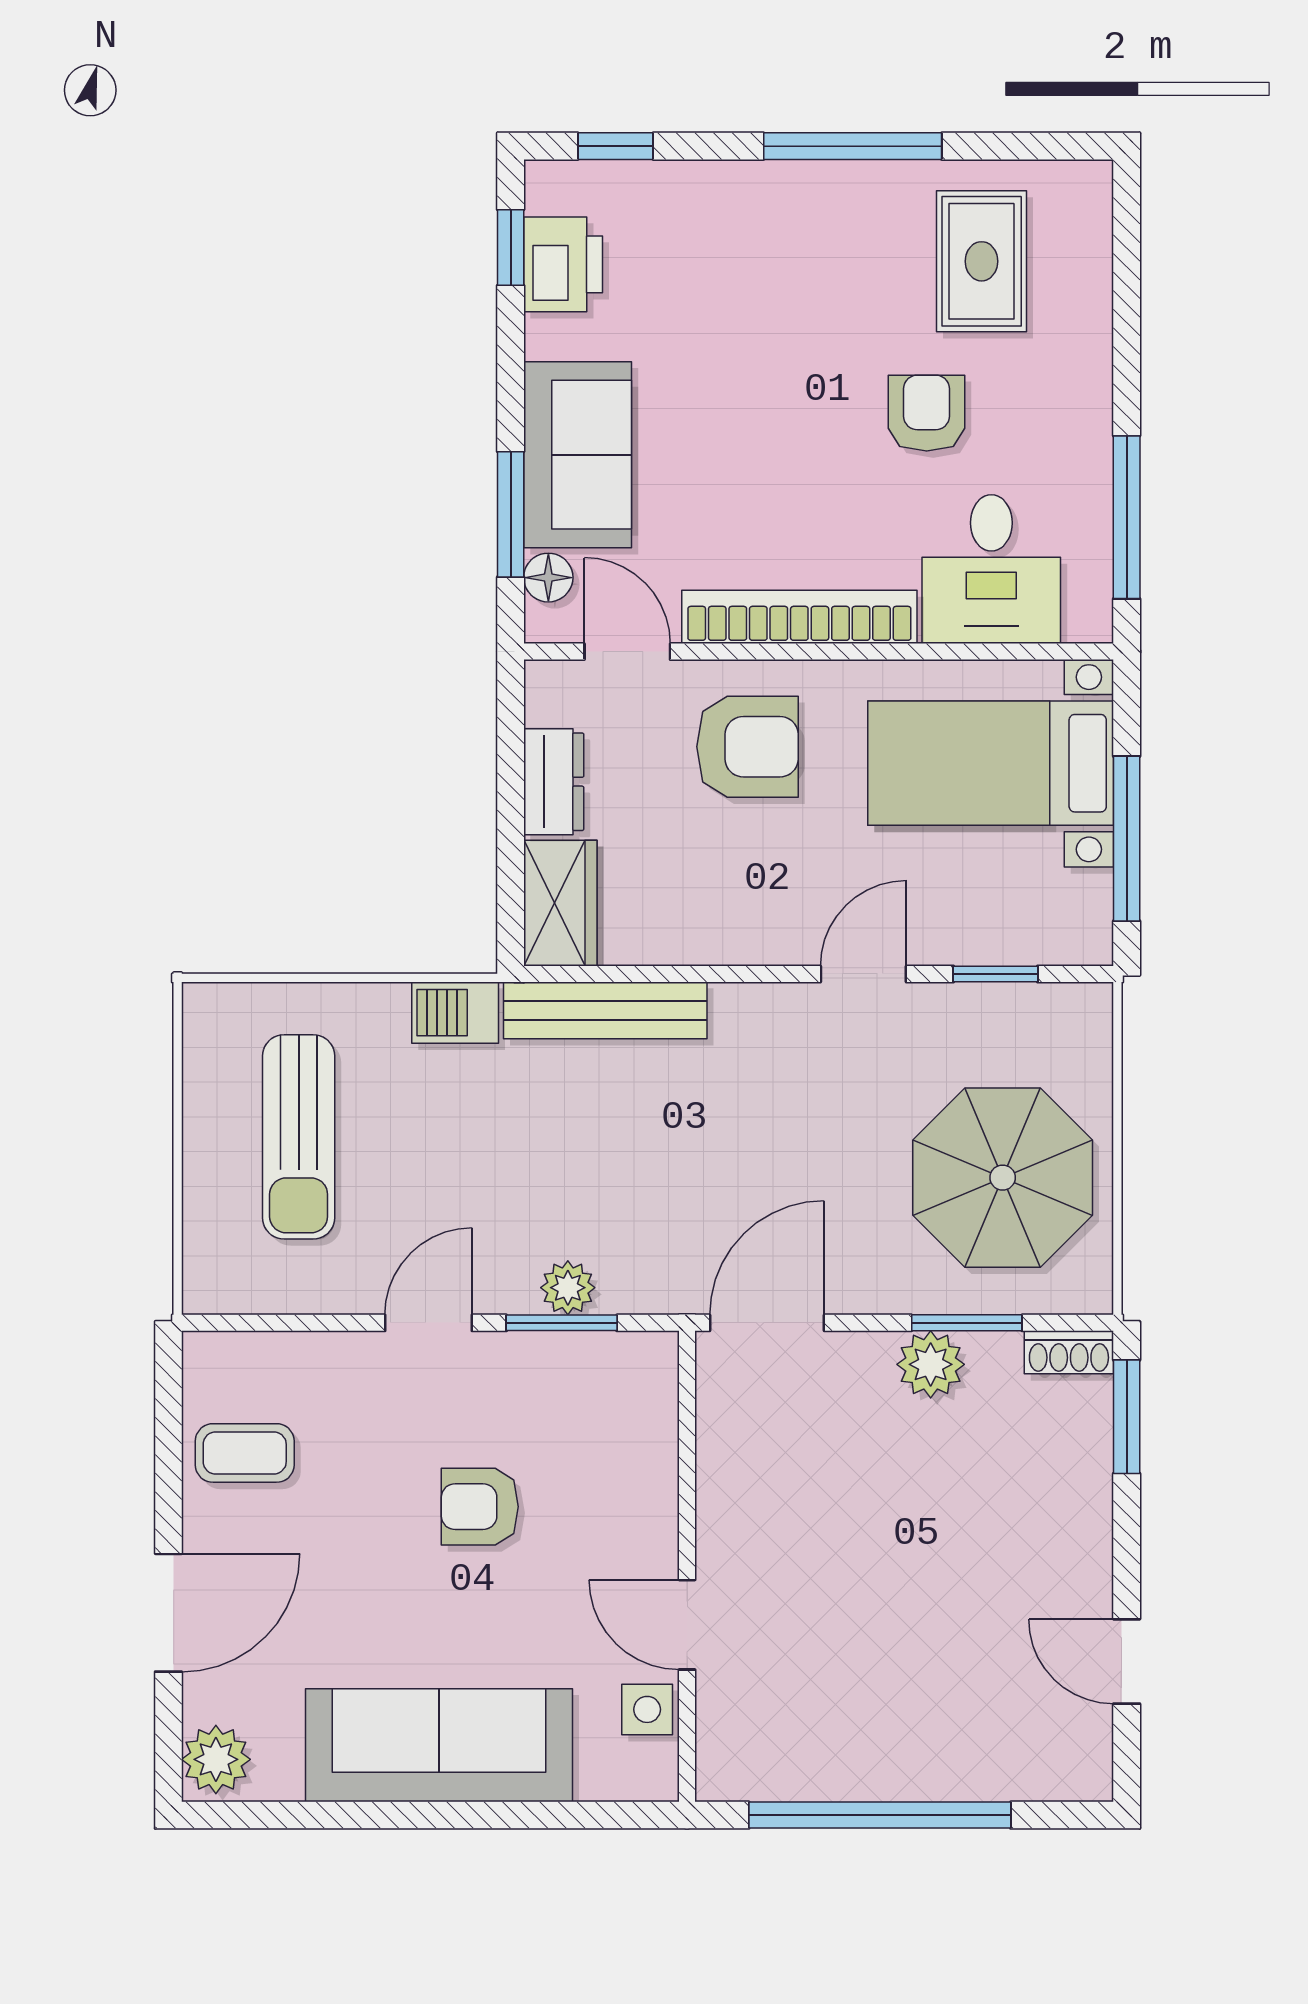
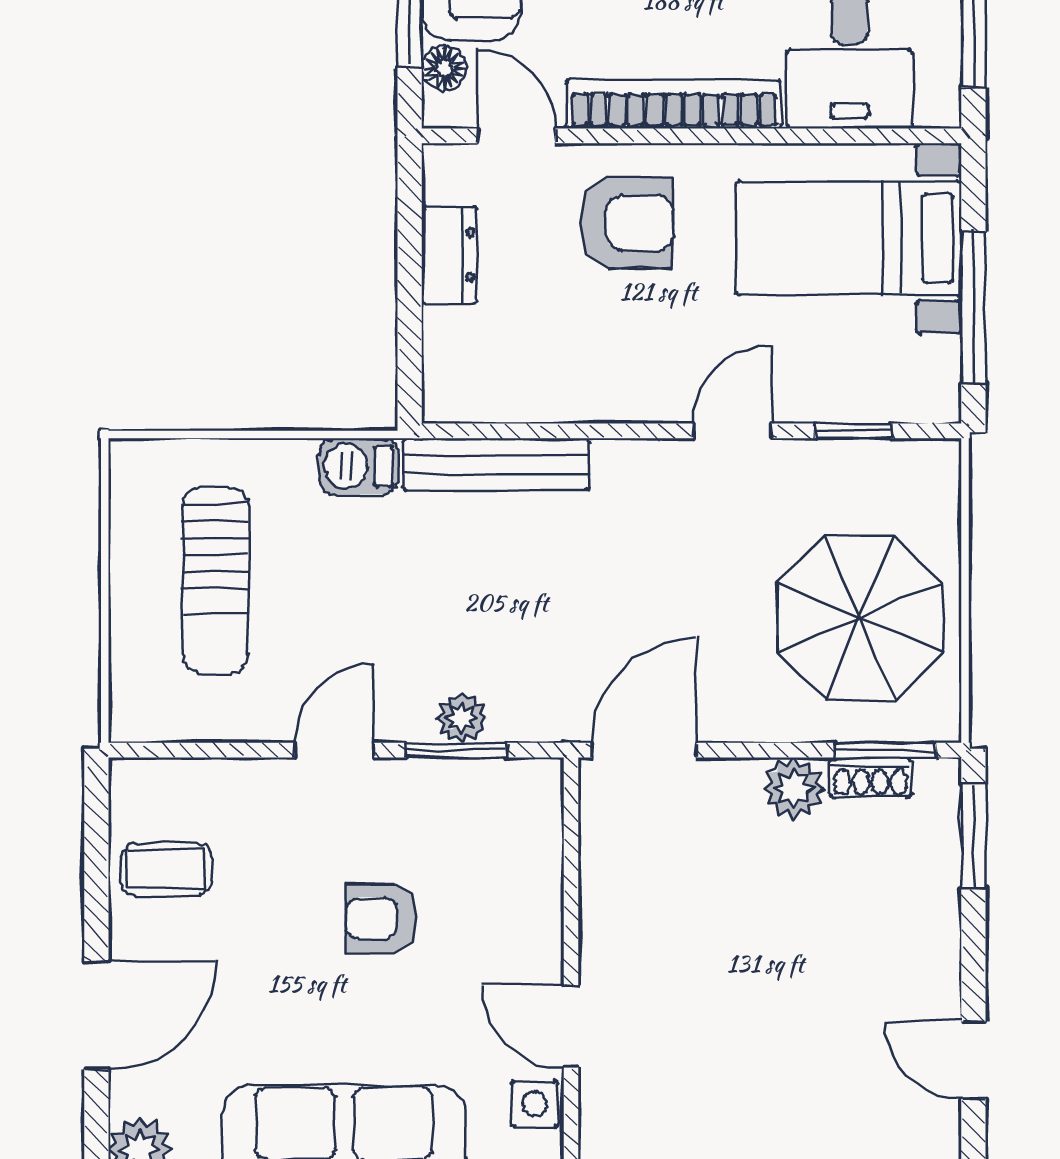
wardrobe: (560, 903) -> (455, 366), removed
window: (967, 1323) -> (886, 750), moved
shoe rack: (1069, 1352) -> (870, 777), moved

